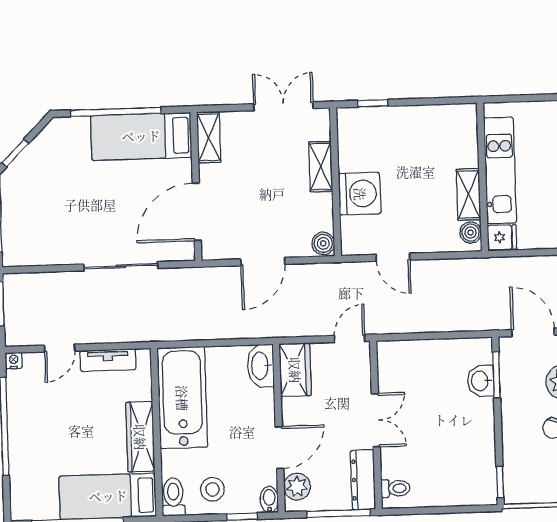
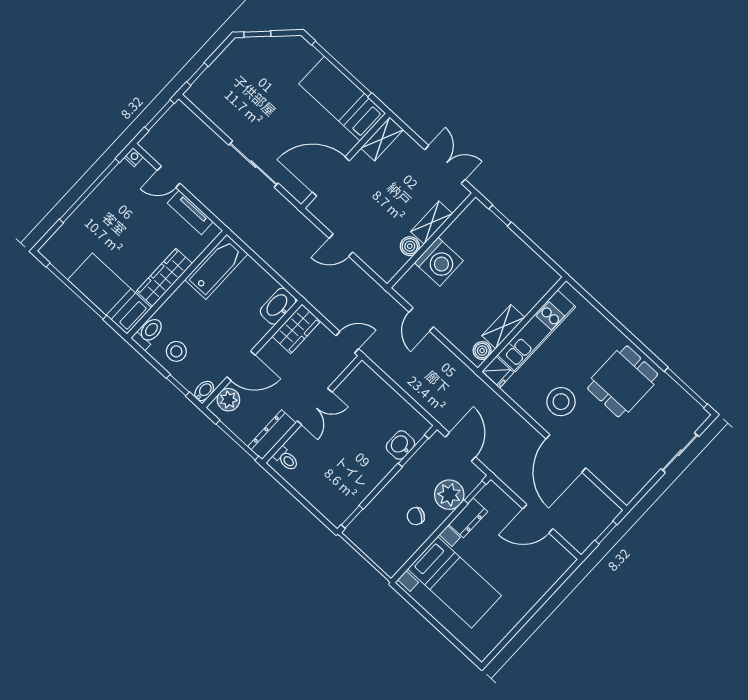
boiler: (323, 243) -> (410, 246), moved
door: (263, 262) -> (341, 245), width x0.73
bathtub: (182, 398) -> (216, 267), width x0.73, depth x0.73

